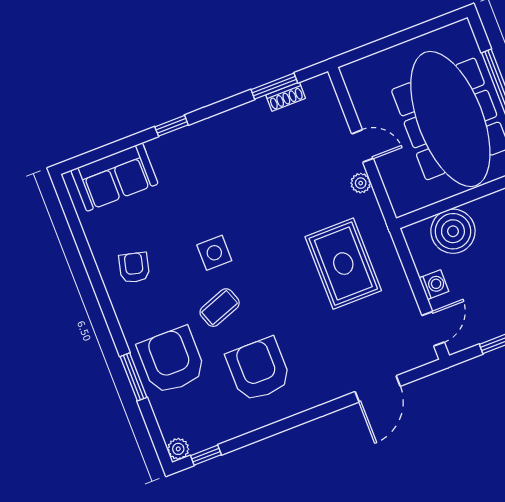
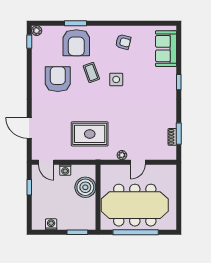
armchair: (172, 360) -> (76, 43), turned 90
armchair: (258, 369) -> (58, 79), turned -90

